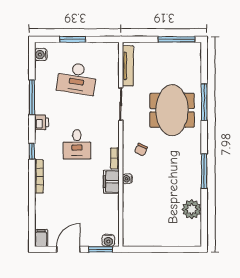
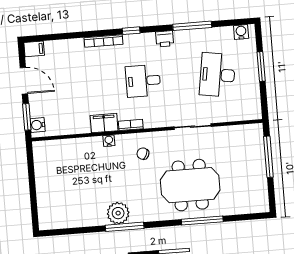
window: (177, 39) -> (268, 157), moved
tv unit: (128, 66) -> (236, 131), removed
plant: (192, 209) -> (118, 213), moved

